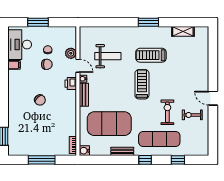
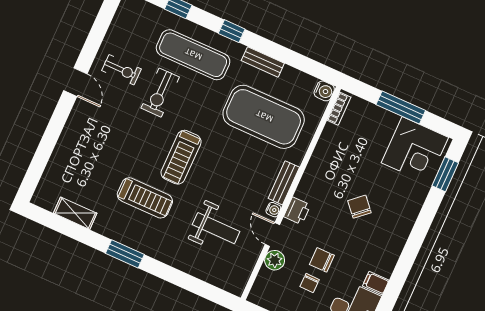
weight bench: (108, 56) -> (216, 228), turned 180
corner desk: (25, 141) -> (415, 150), added

